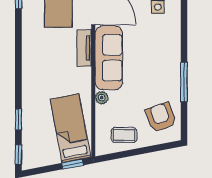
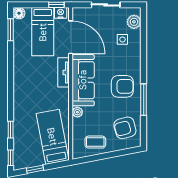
armchair: (158, 65) -> (122, 86), added
armchair: (161, 117) -> (125, 128), turned -86
window: (73, 164) -> (35, 169), moved

